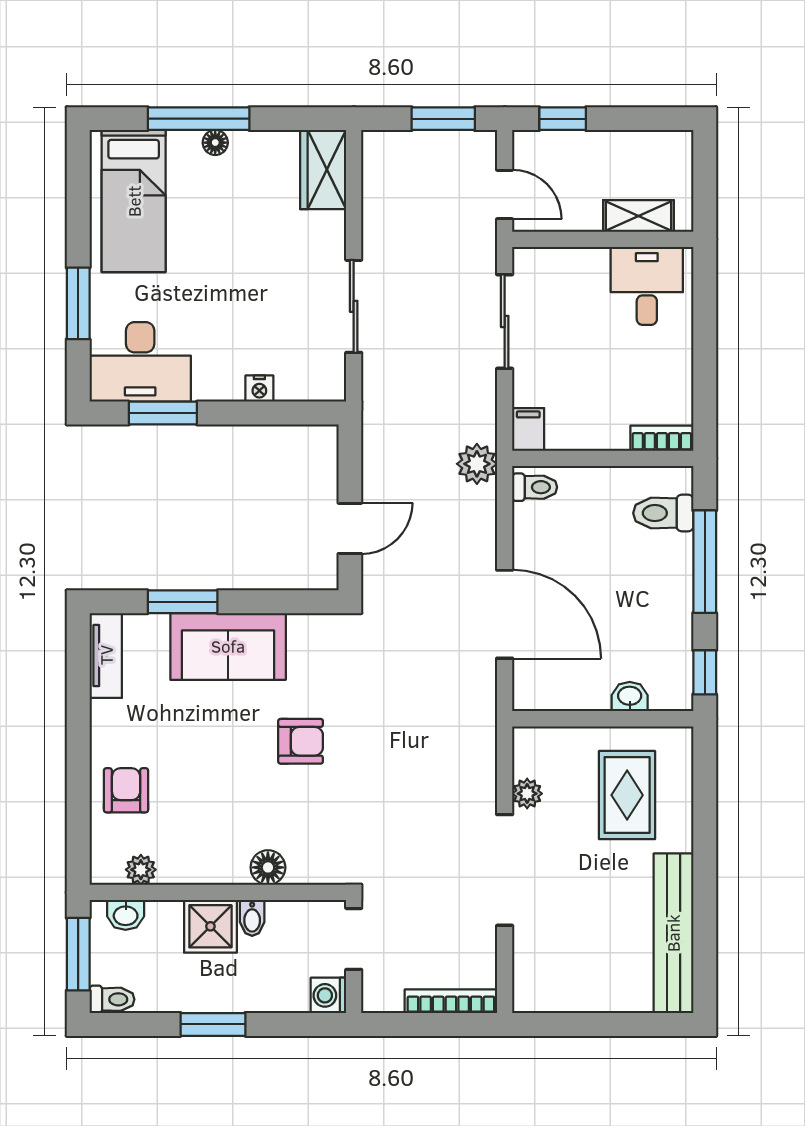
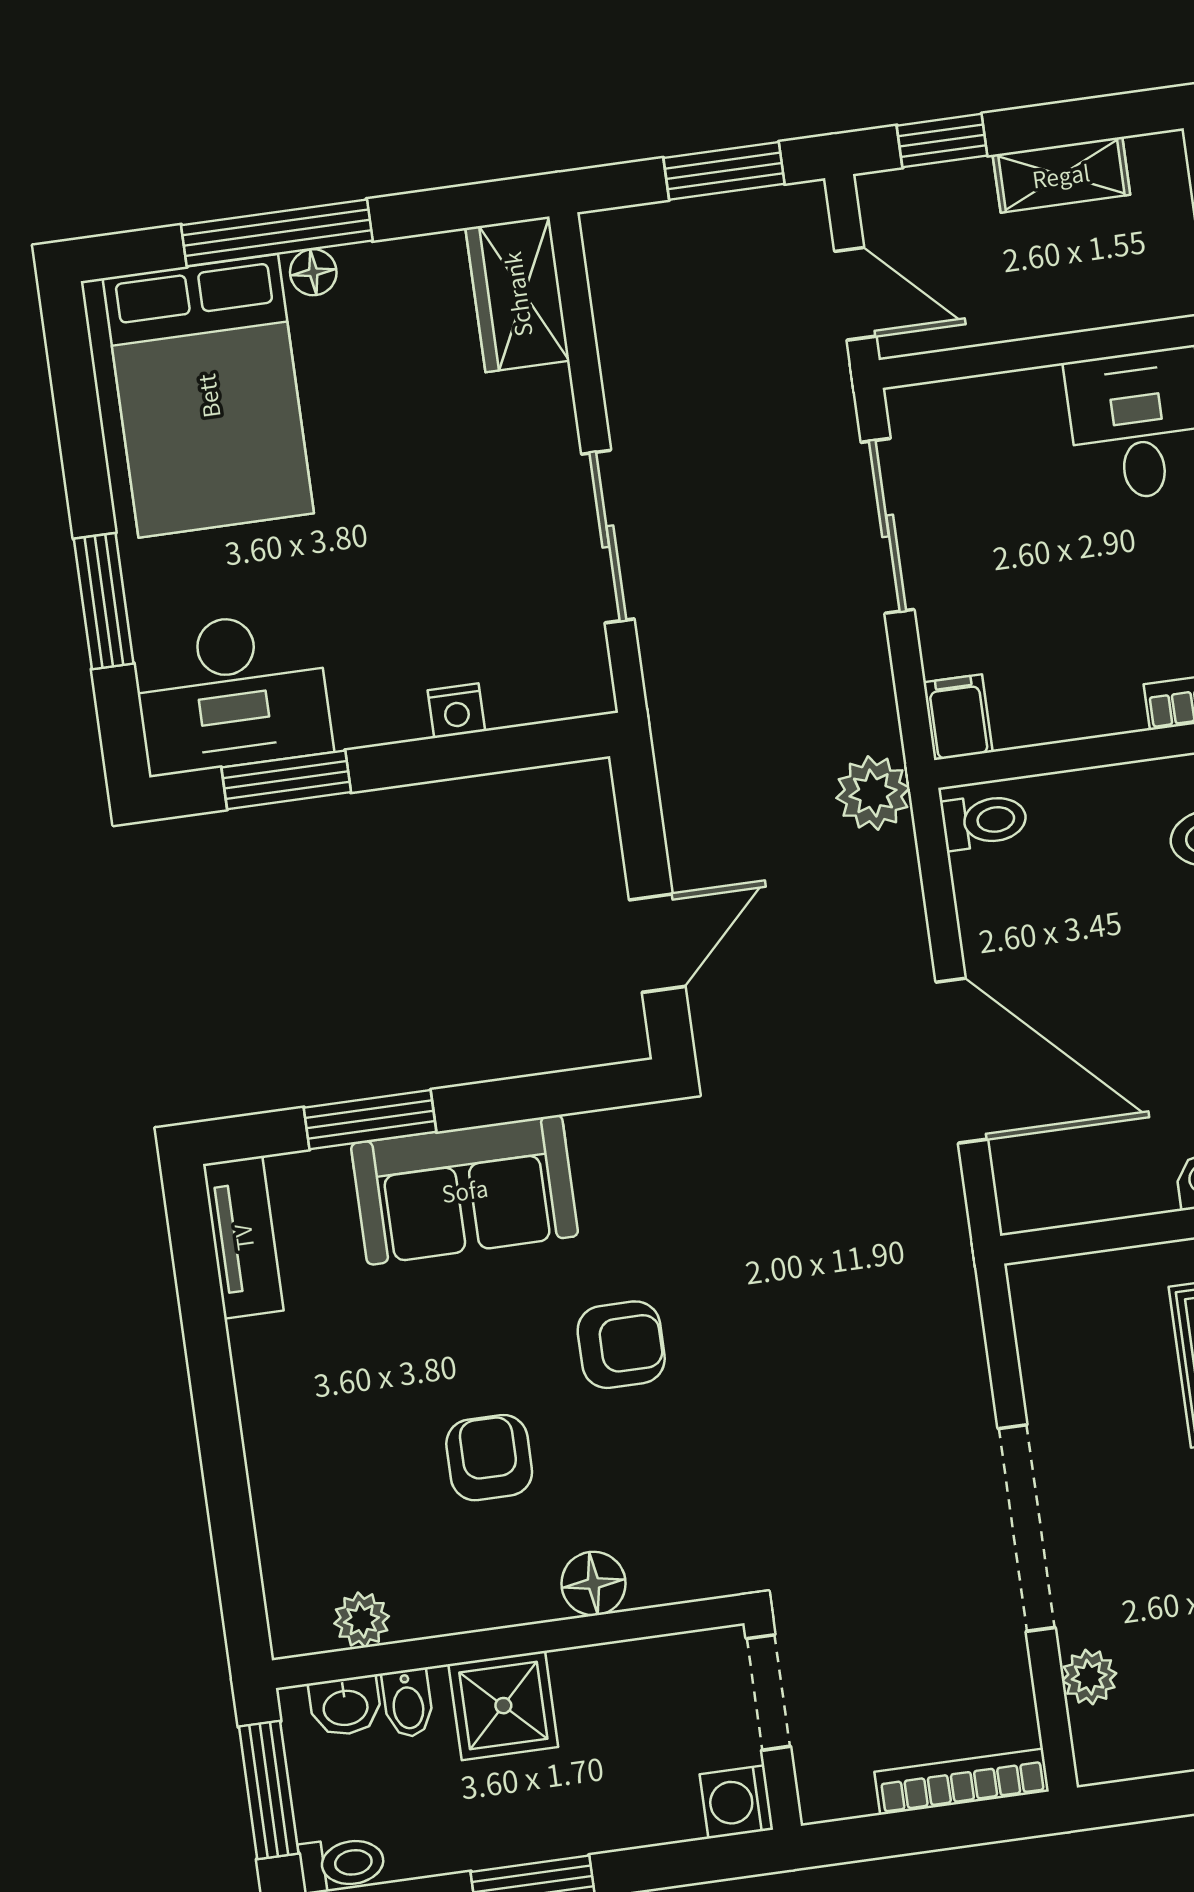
bed: (134, 201) -> (208, 396), width x1.50
shelving: (638, 216) -> (1061, 175), moved
armchair: (126, 790) -> (489, 1458), moved
plant: (527, 794) -> (1089, 1677), moved
bidet: (252, 918) -> (408, 1703), moved

